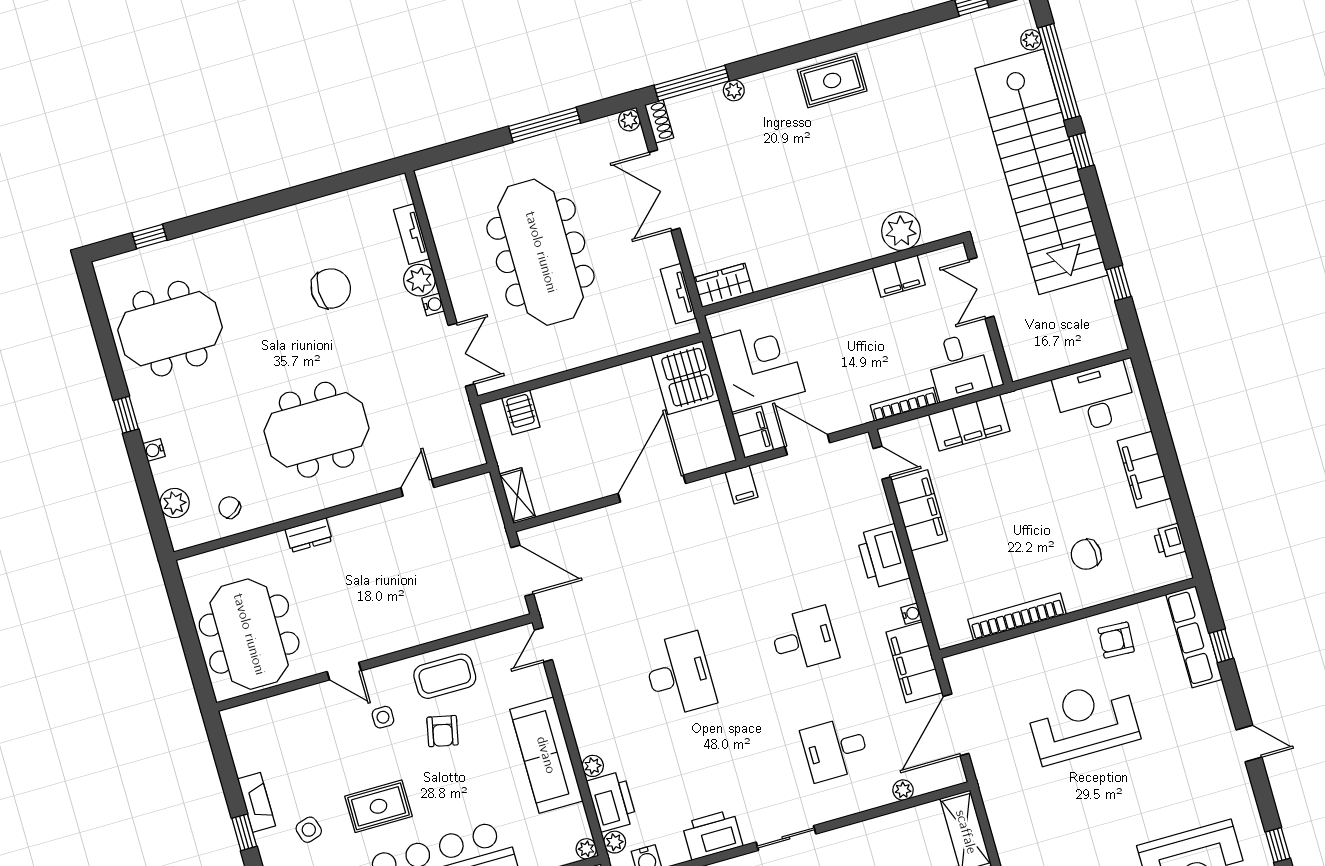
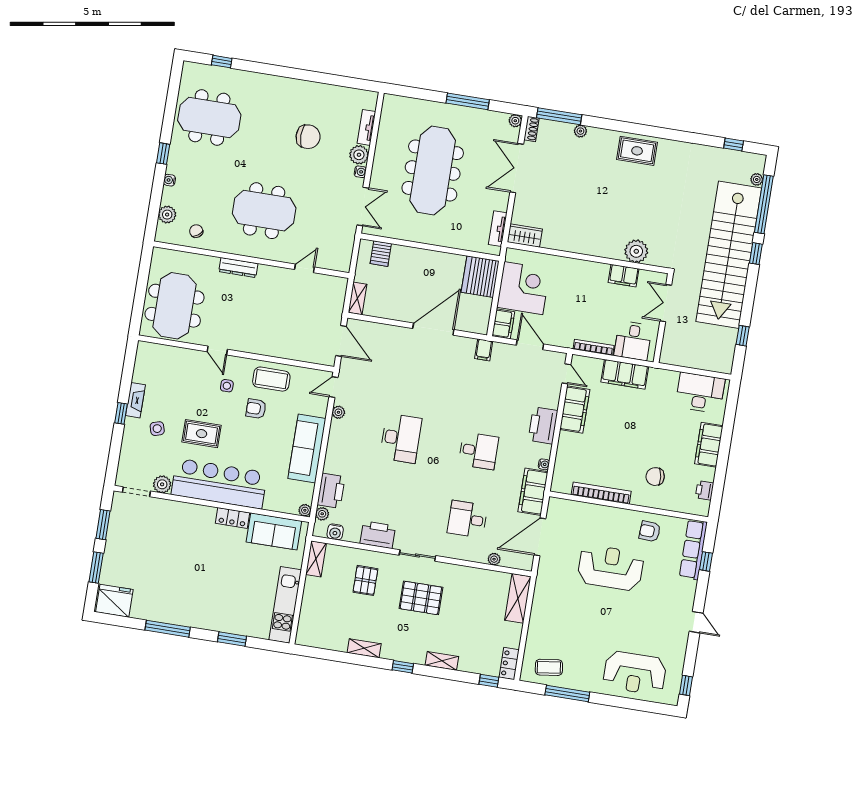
dresser: (309, 535) -> (238, 268), width x1.44
armchair: (443, 731) -> (256, 409), turned 78
plant: (593, 766) -> (338, 412), moved

